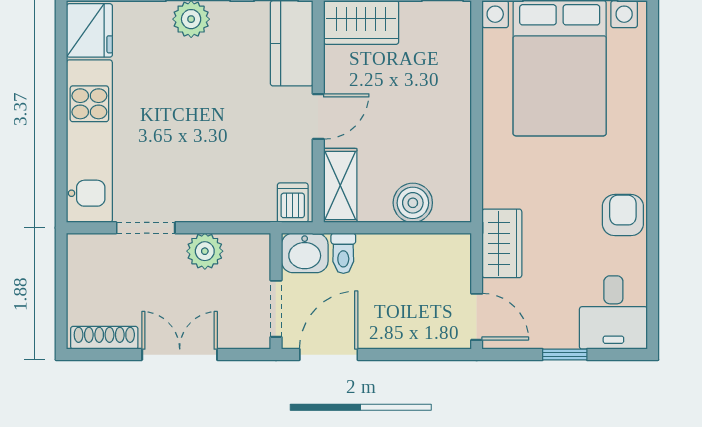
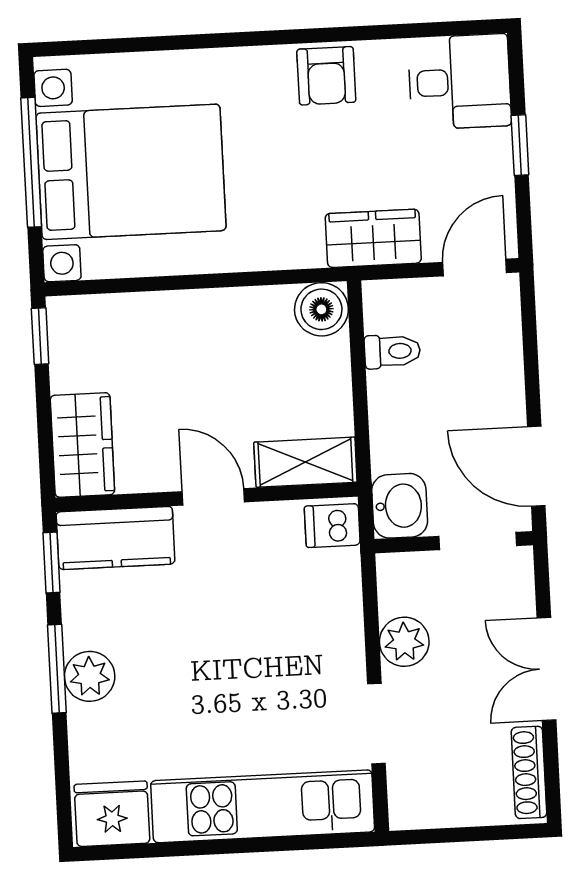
boiler: (413, 203) -> (321, 309), moved
armchair: (623, 215) -> (326, 76), turned -90
toilet: (343, 253) -> (392, 351), moved

